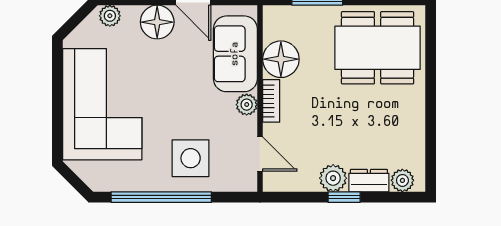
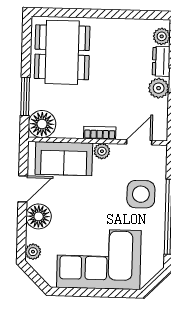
floor lamp: (281, 59) -> (42, 124), moved

